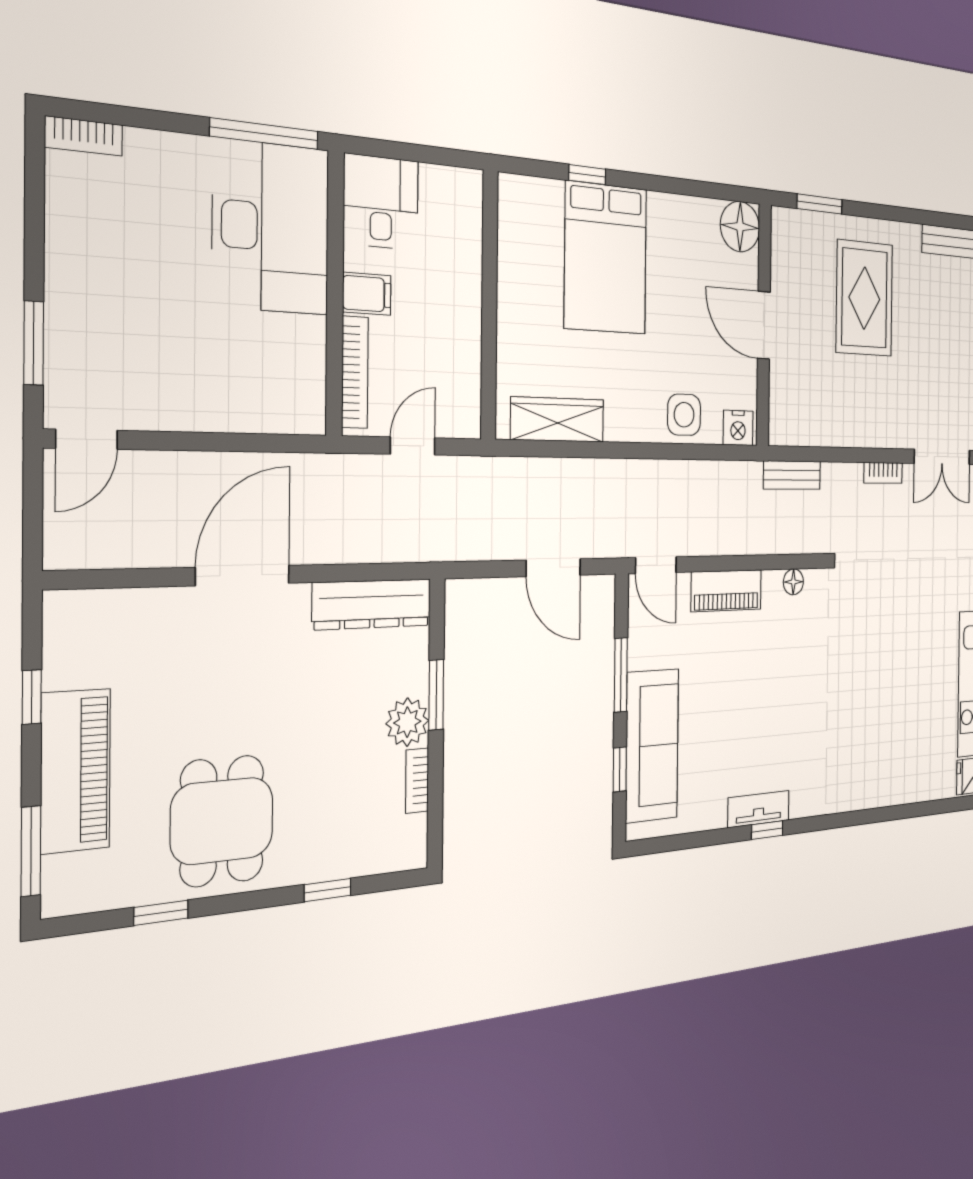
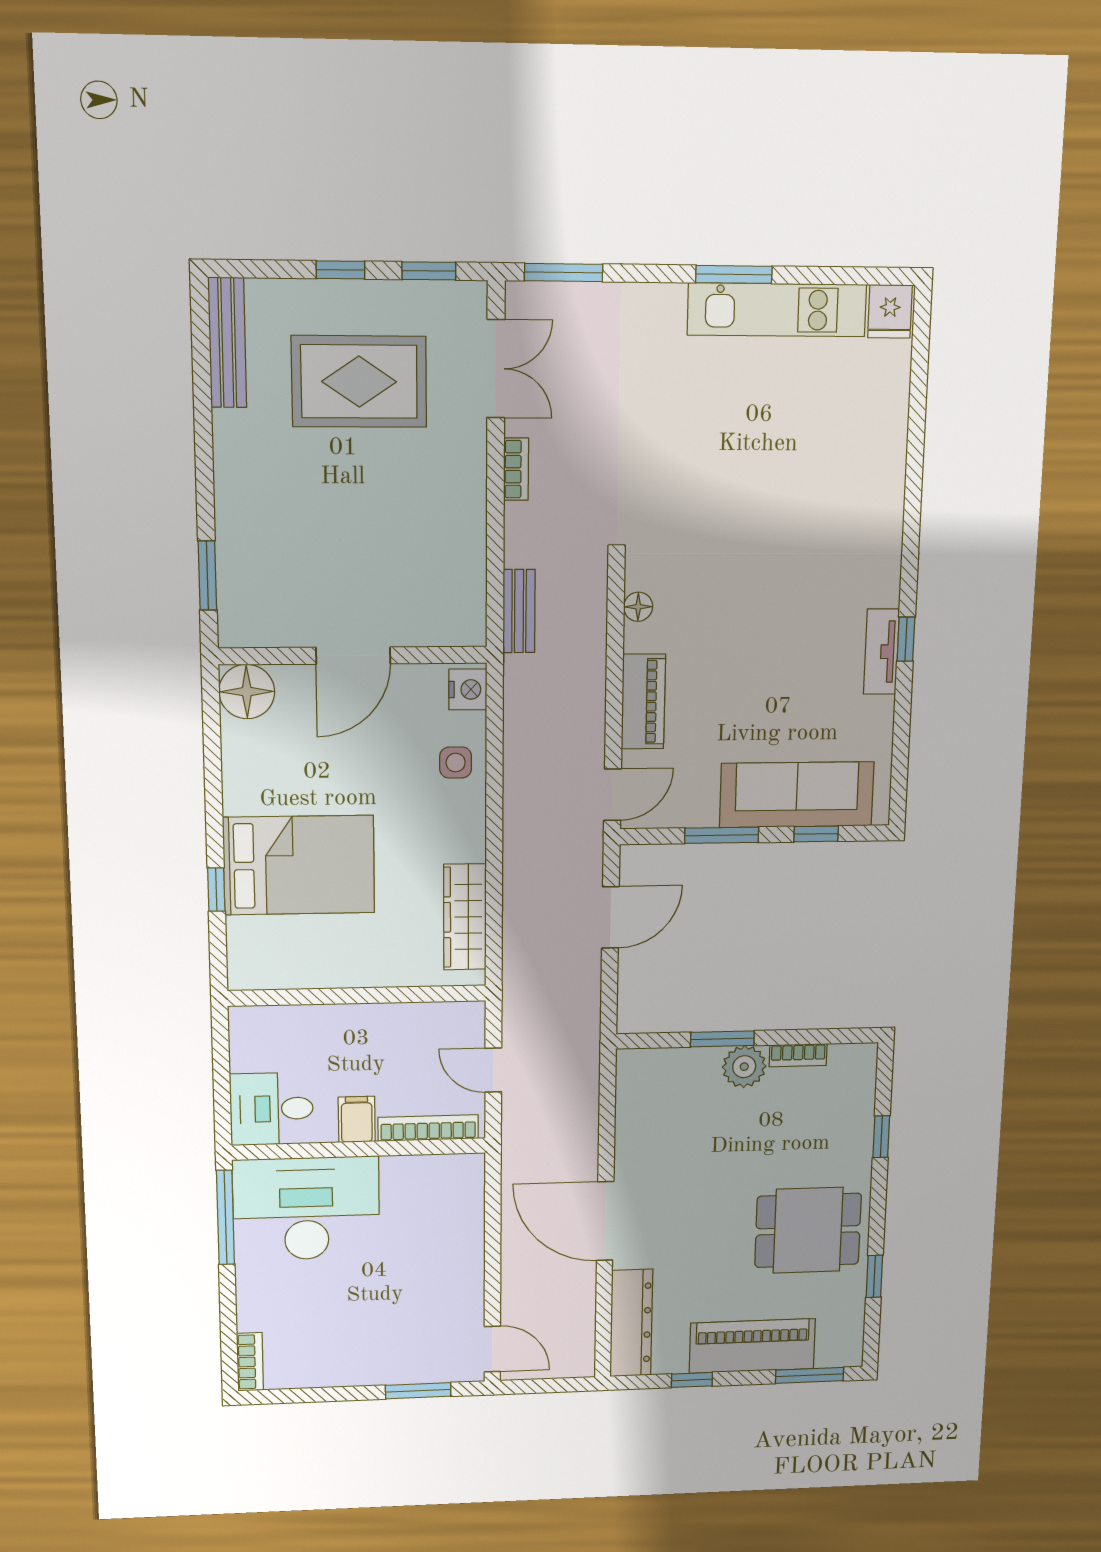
rug: (864, 298) -> (359, 382), moved
side table: (684, 415) -> (456, 763), width x0.73, depth x0.73
dresser: (372, 604) -> (631, 1323), moved

